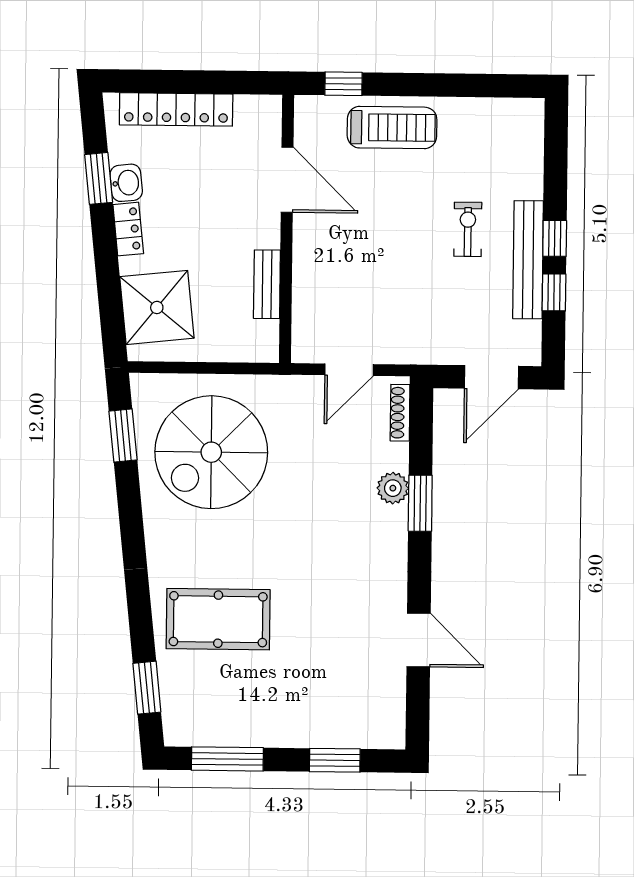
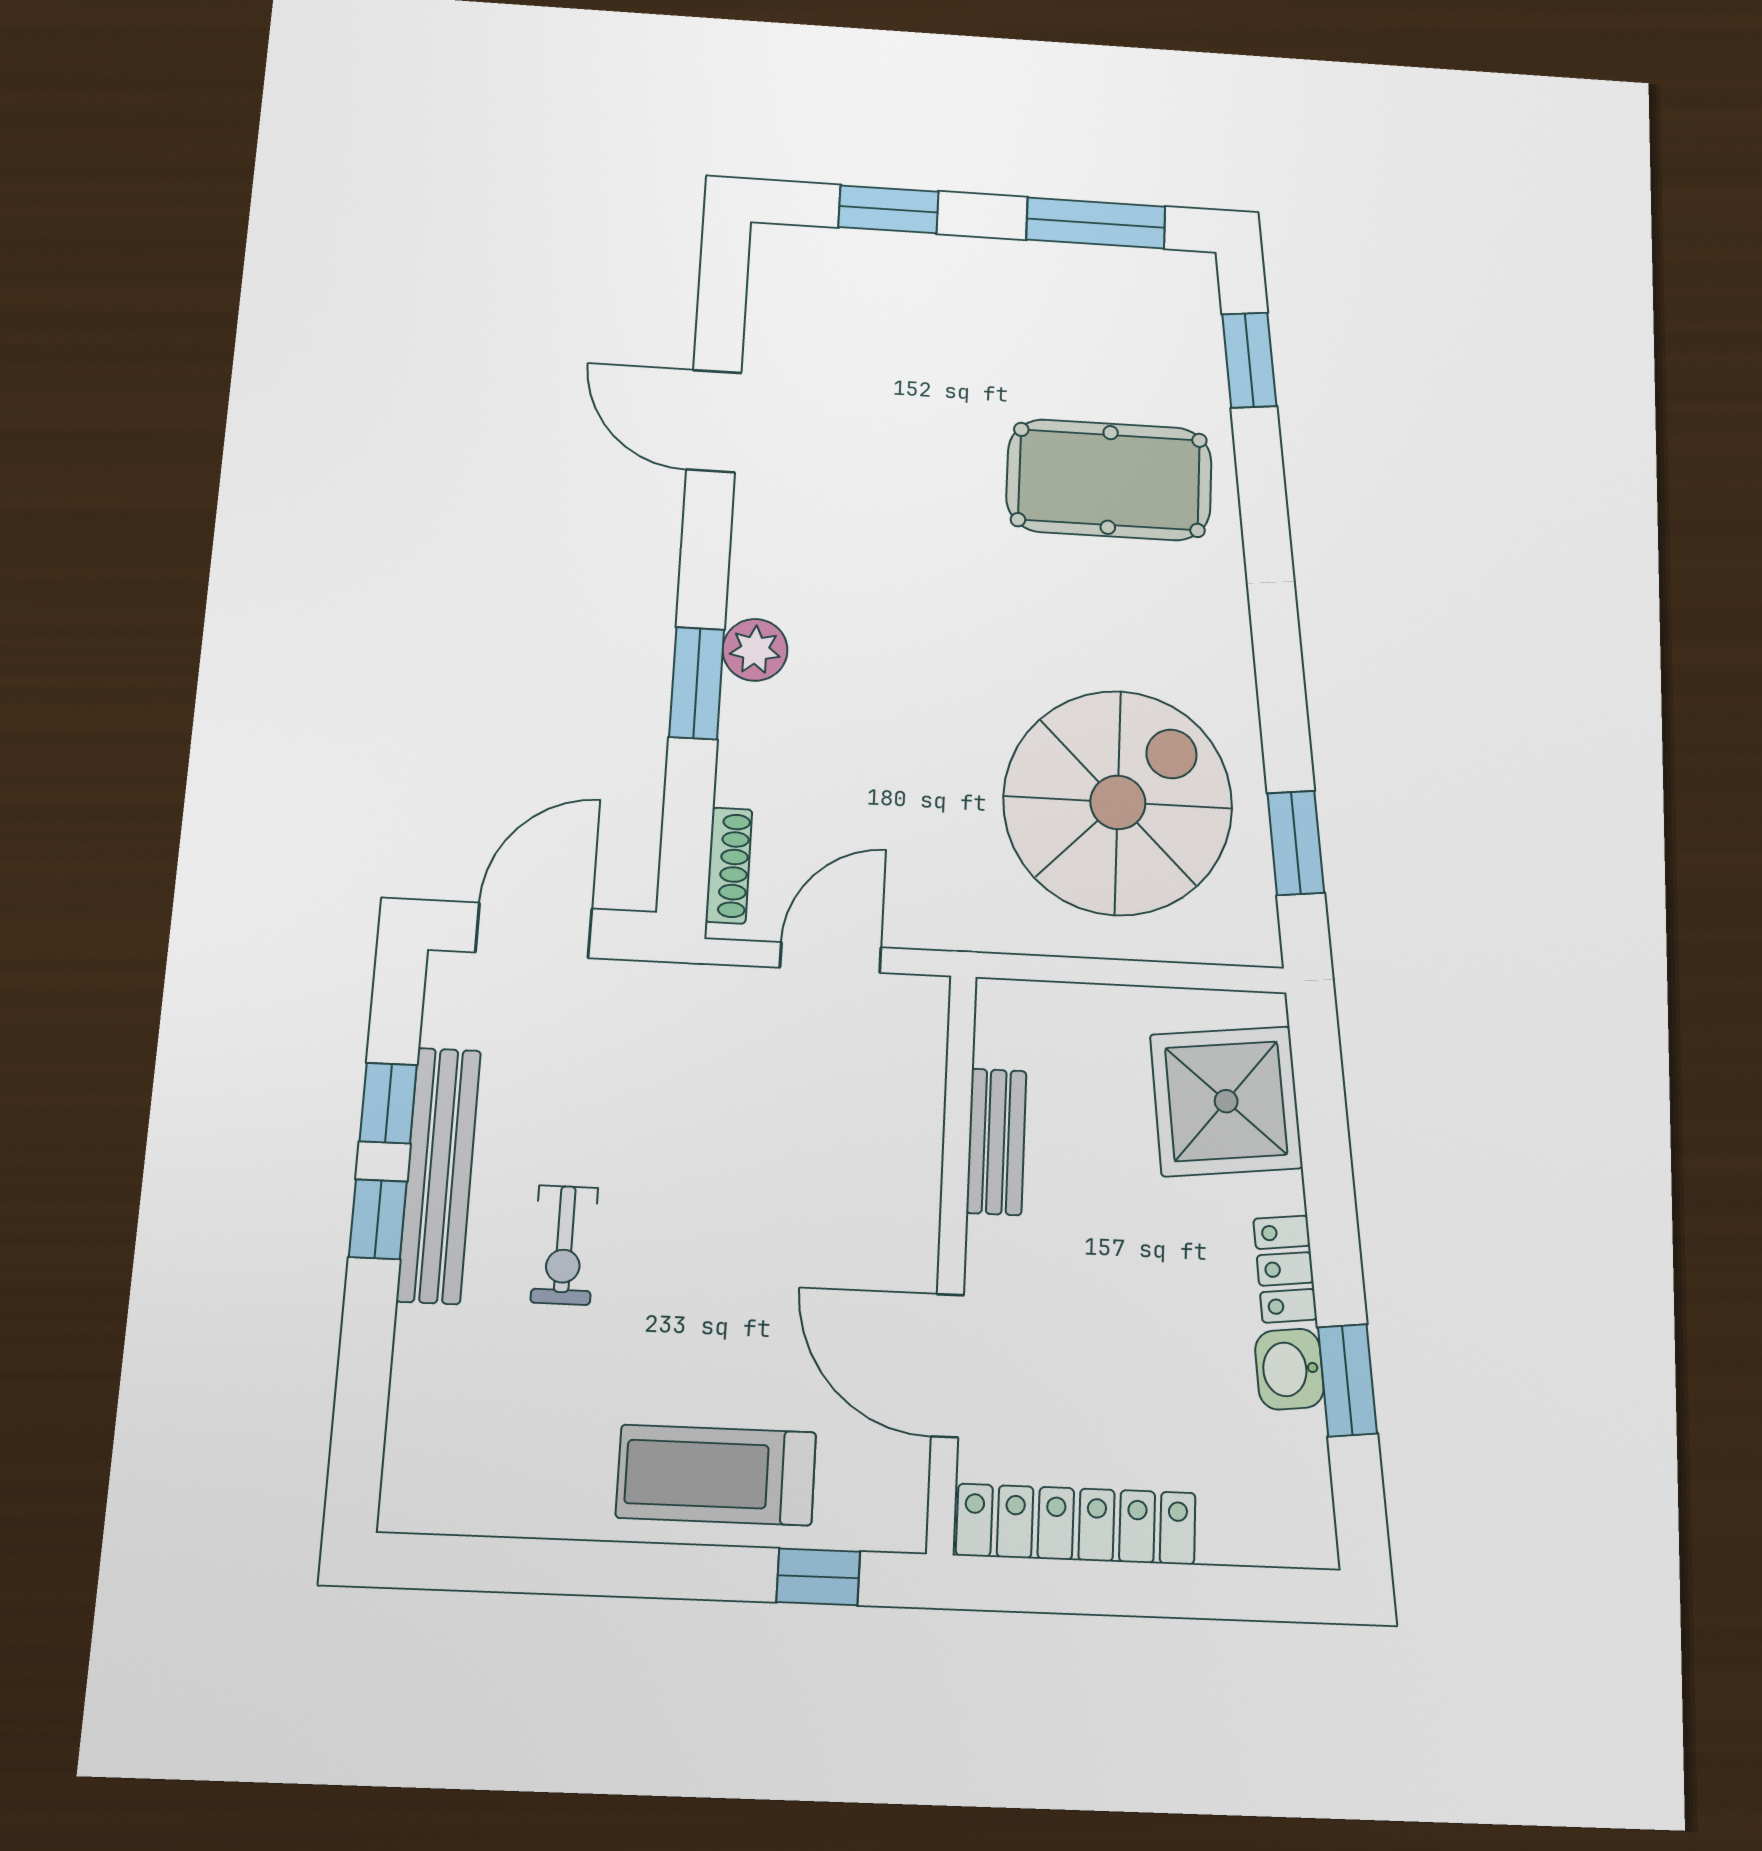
locker: (176, 109) -> (1076, 1524), moved
plant: (393, 488) -> (755, 650), moved

